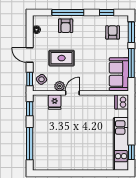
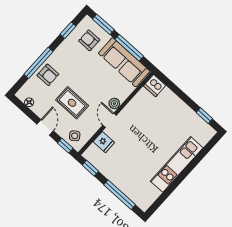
door: (30, 55) -> (45, 127), swing flipped
rug: (62, 58) -> (72, 103), turned 90
sofa: (119, 74) -> (124, 62), width x1.36
plant: (60, 86) -> (114, 104), moved
kitchen unit: (121, 144) -> (177, 164), moved, turned 90

